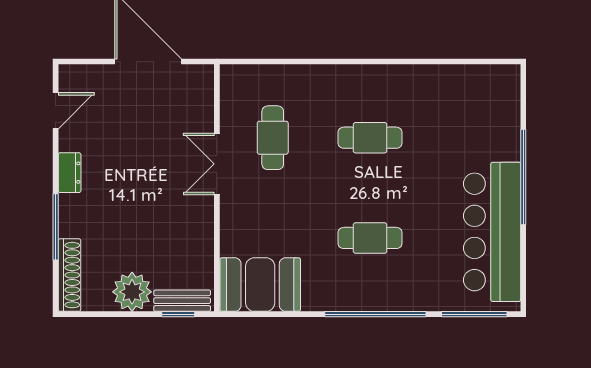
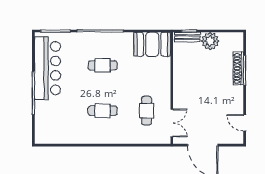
door: (56, 111) -> (245, 123), hinge flipped
double door: (217, 164) -> (172, 123), moved
dresser: (70, 173) -> (238, 95), removed
shoe rack: (69, 275) -> (238, 68), moved

